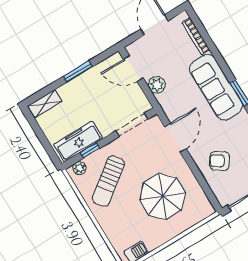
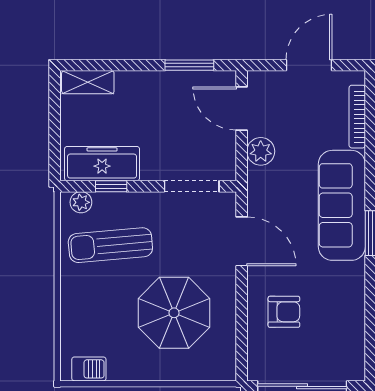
window: (78, 71) -> (189, 65), moved
door: (175, 138) -> (242, 241), hinge flipped
armchair: (220, 161) -> (284, 312), turned 146
sun lounger: (108, 181) -> (110, 245), turned 32

